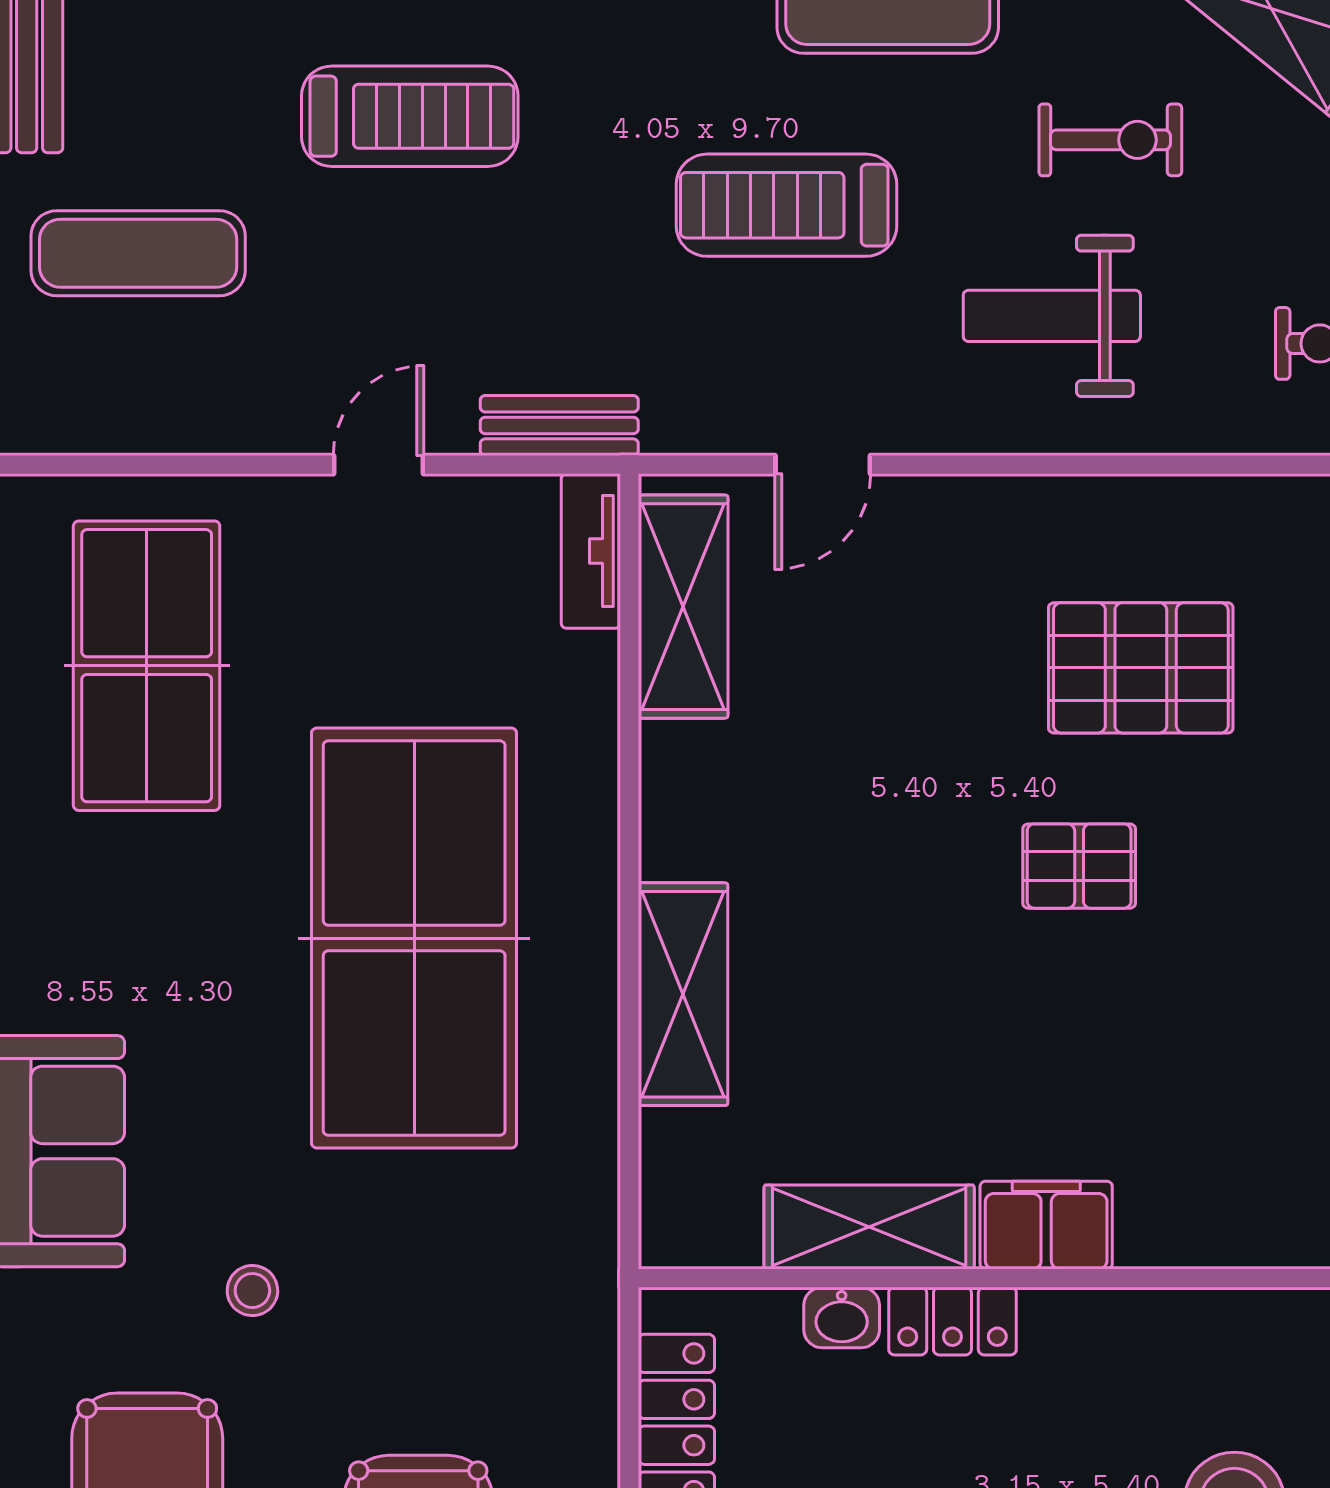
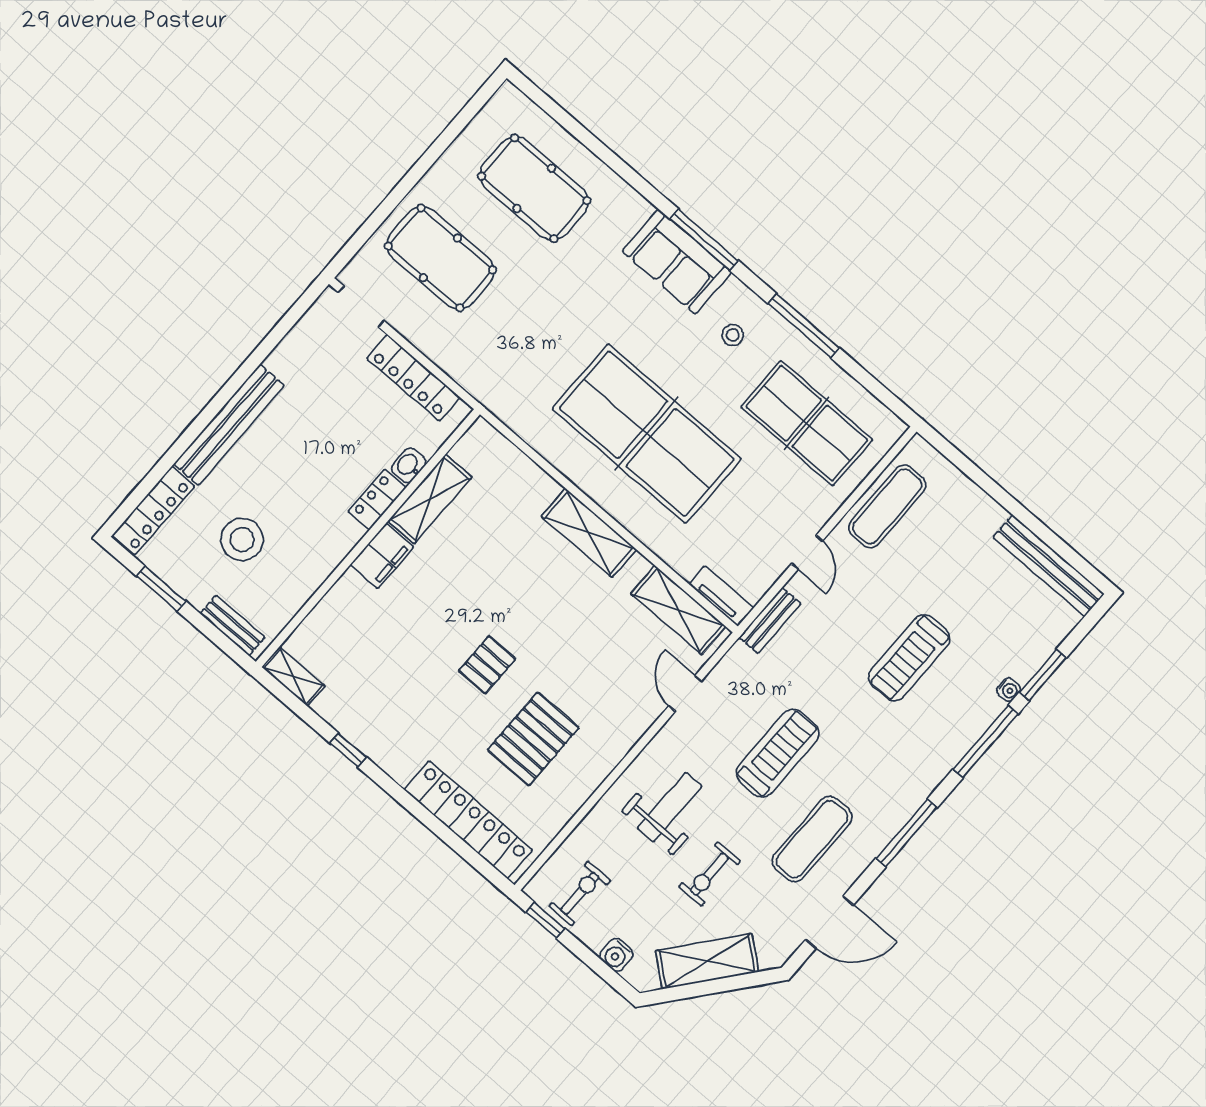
exercise mat: (138, 253) -> (887, 506), moved
shelving: (683, 994) -> (589, 533), moved
stool: (252, 1291) -> (733, 335), moved

